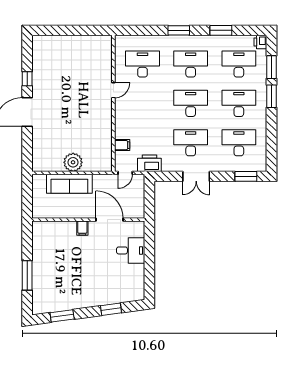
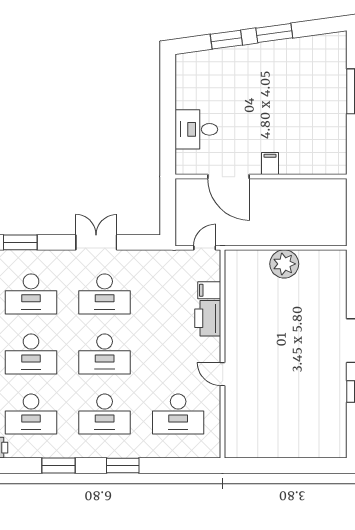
door: (113, 90) -> (223, 374), hinge flipped
printer: (149, 163) -> (208, 318), moved, turned 90
sofa: (69, 184) -> (290, 231), removed
window: (62, 316) -> (274, 33), moved

